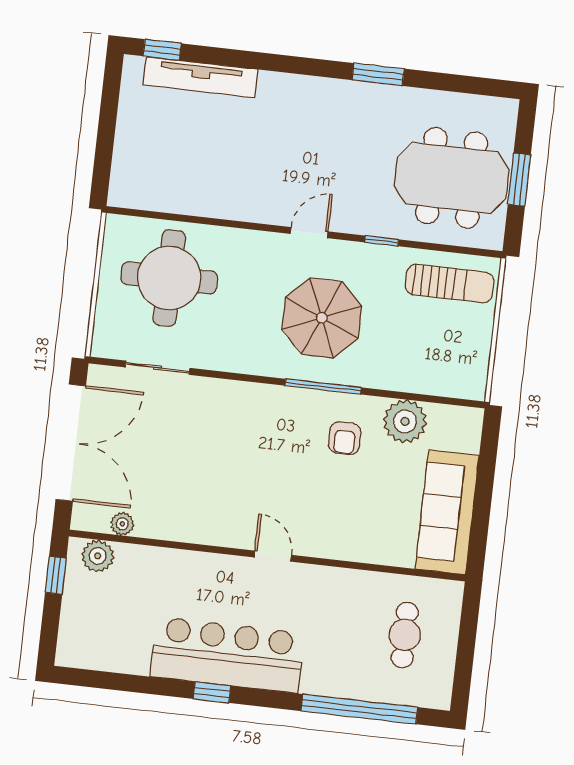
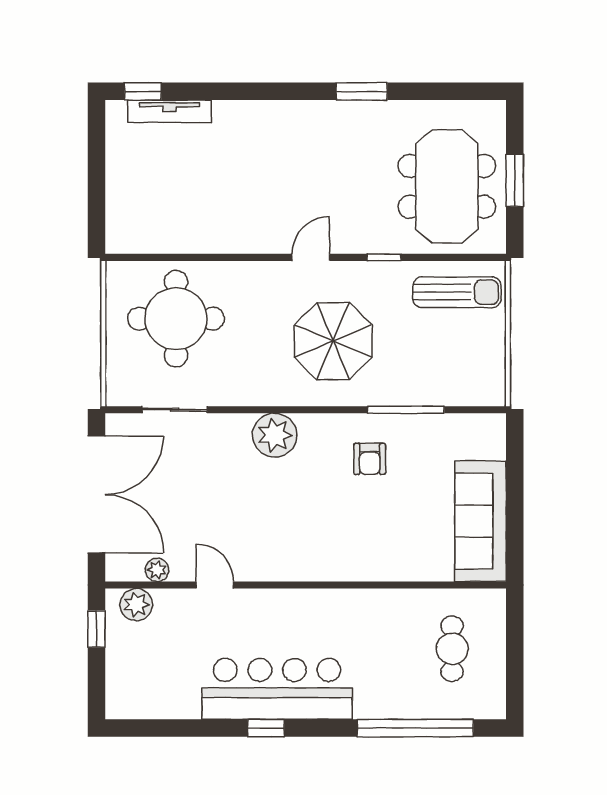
tv unit: (201, 77) -> (169, 111), width x0.73, depth x0.78
meeting table: (452, 178) -> (447, 186), turned 90
window: (323, 387) -> (406, 410), moved
plant: (405, 421) -> (275, 435), moved
door: (273, 556) -> (215, 585), moved

